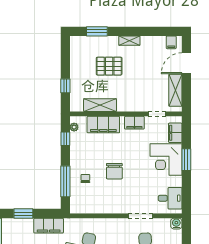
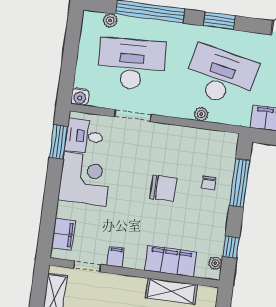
filing cabinet: (134, 123) -> (116, 257), width x0.50
corner desk: (166, 159) -> (85, 179), moved
window: (186, 160) -> (59, 142), moved
chair: (114, 171) -> (163, 188), turned 90
plant: (96, 223) -> (201, 114), added

